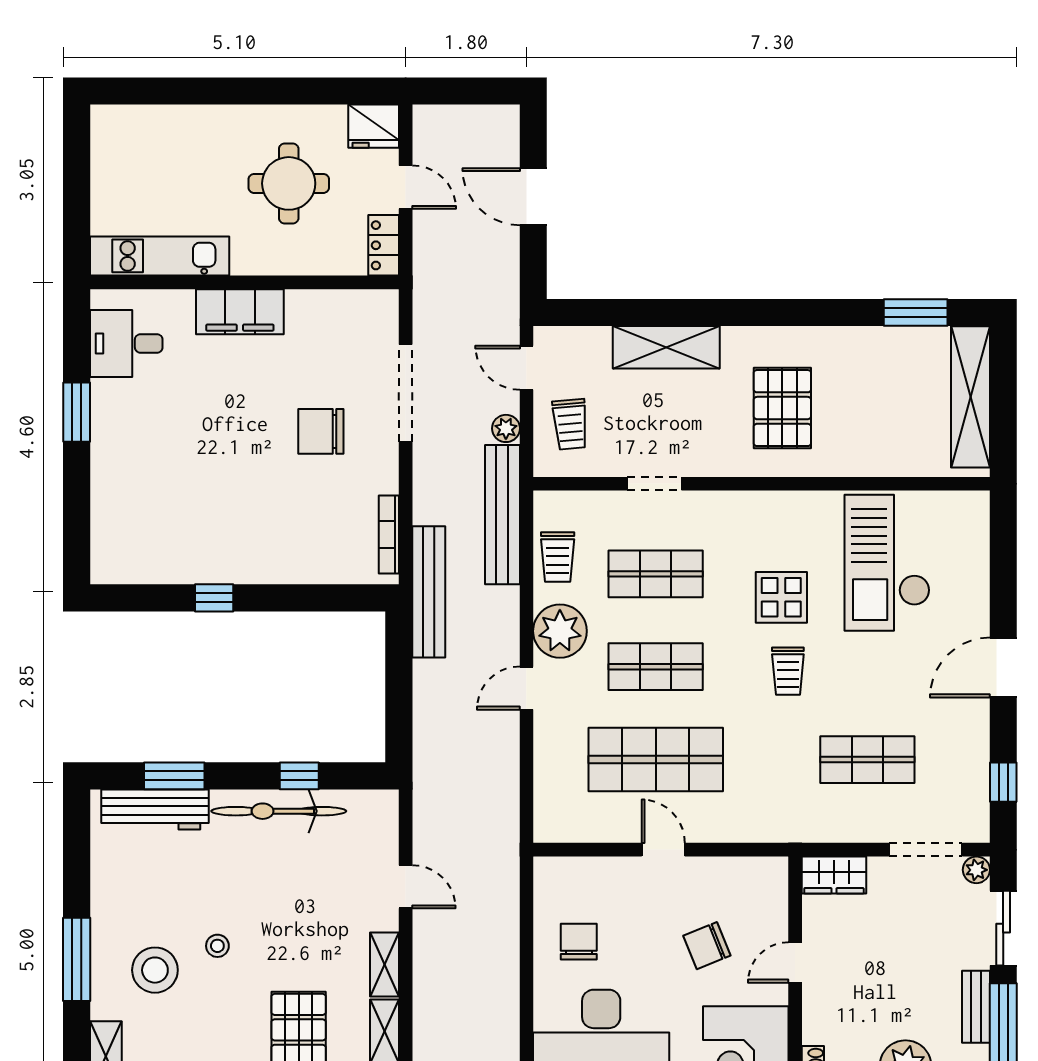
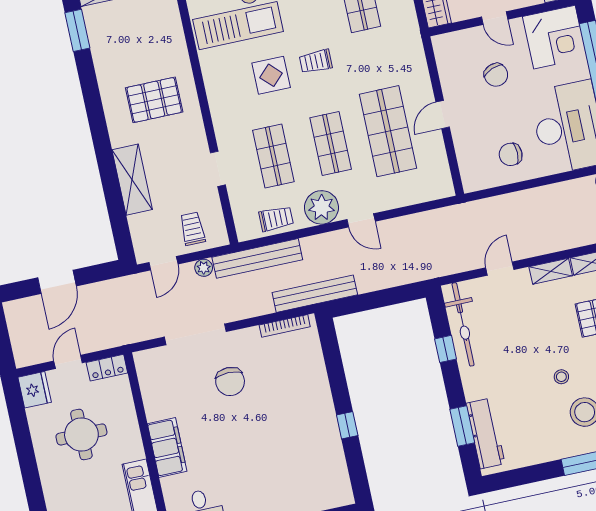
trolley: (570, 424) -> (193, 229), turned -85
trolley: (788, 671) -> (316, 61), turned 180
bicycle: (279, 811) -> (463, 324), moved

